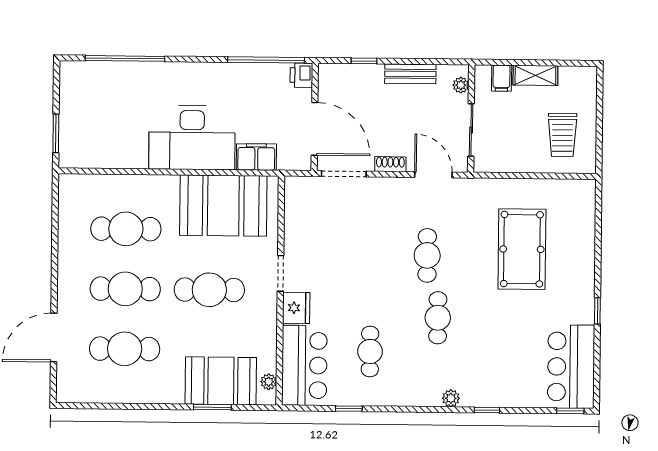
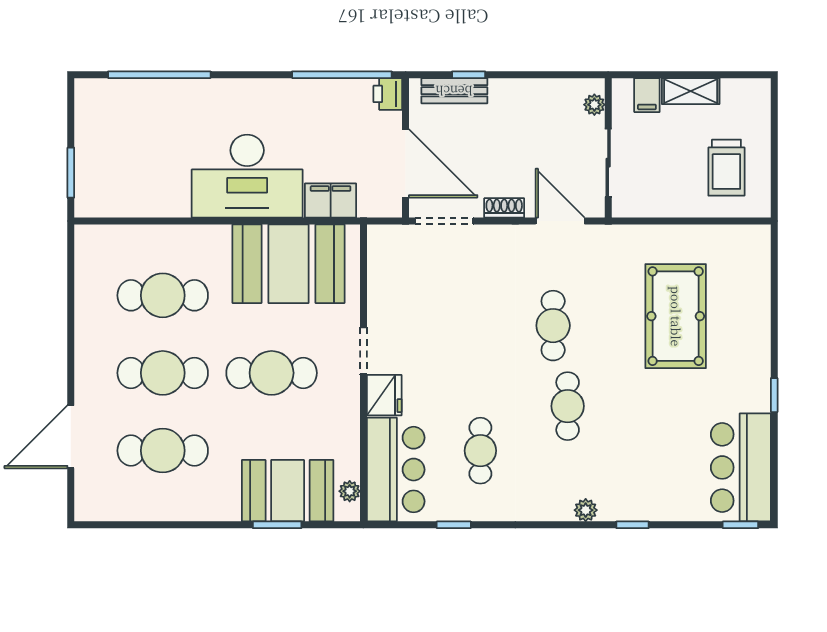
bench: (410, 74) -> (454, 91), moved

